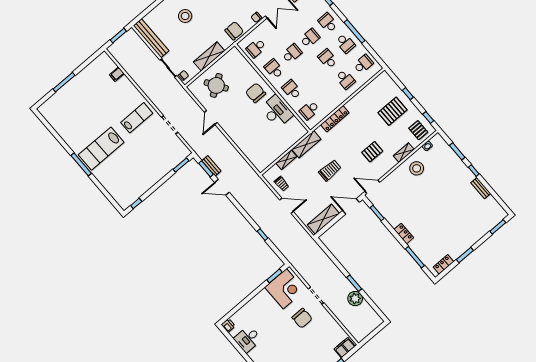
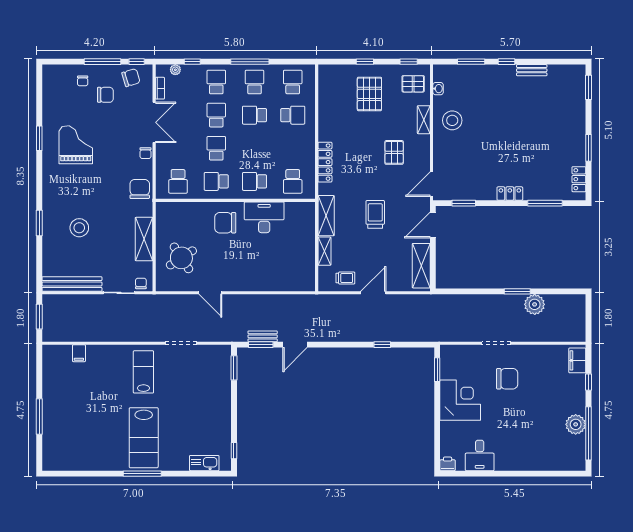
school desk: (328, 23) -> (216, 82), turned 90
school desk: (346, 43) -> (254, 82), turned -90
kitchen sink: (116, 193) -> (204, 463), added
corner desk: (285, 289) -> (460, 400), moved

